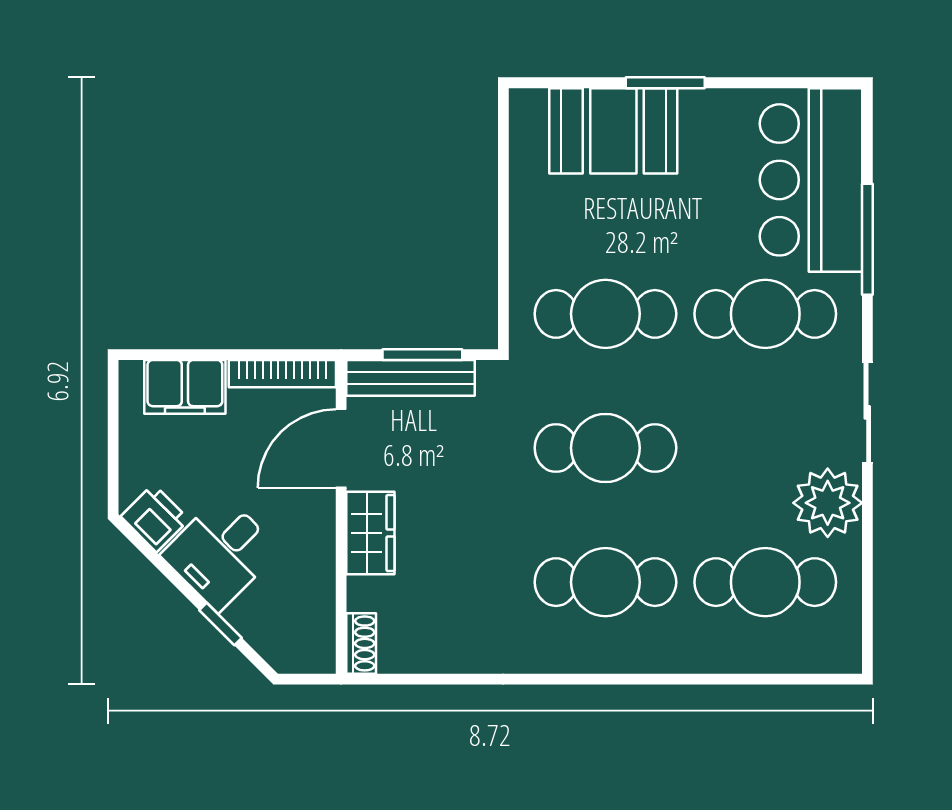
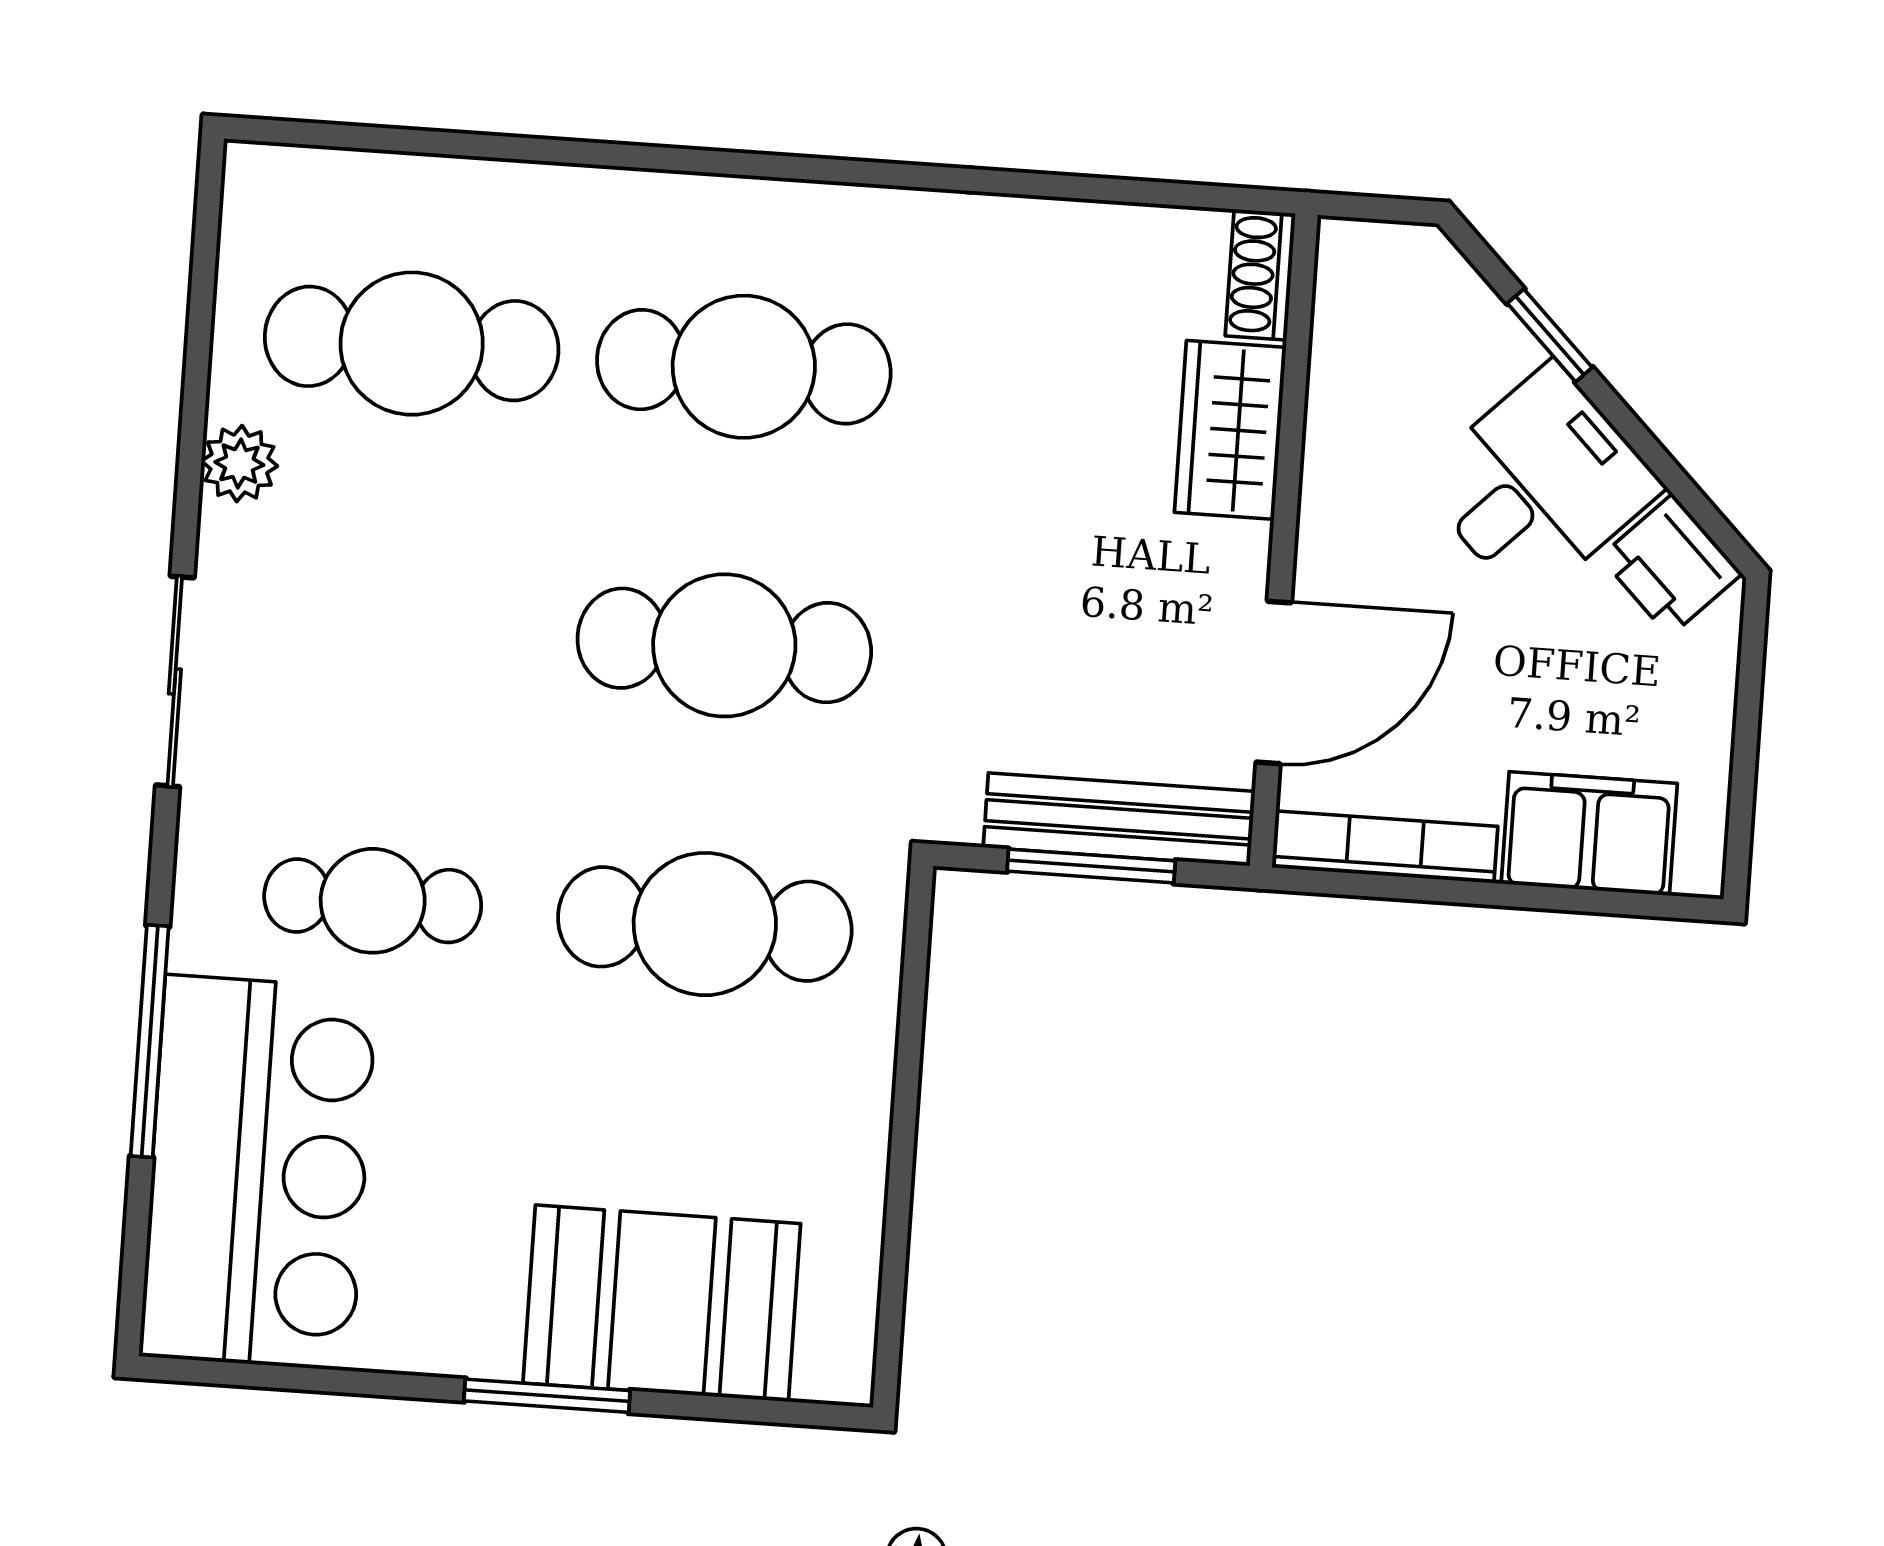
cafe table: (765, 314) -> (373, 901), width x0.73, depth x0.74
plant: (828, 503) -> (239, 464), width x0.53, depth x0.53
wardrobe: (370, 533) -> (1230, 430), moved

